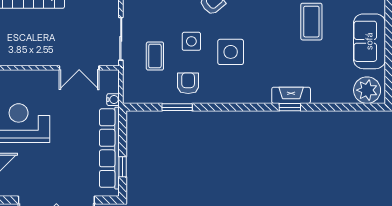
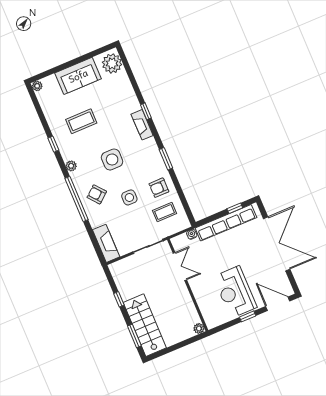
side table: (231, 52) -> (112, 159), moved
coffee table: (155, 56) -> (165, 212), moved
fireplace: (291, 95) -> (142, 125), moved
window: (177, 107) -> (166, 159), moved

